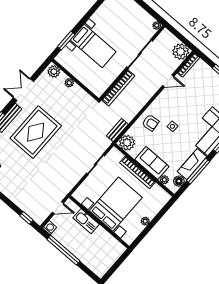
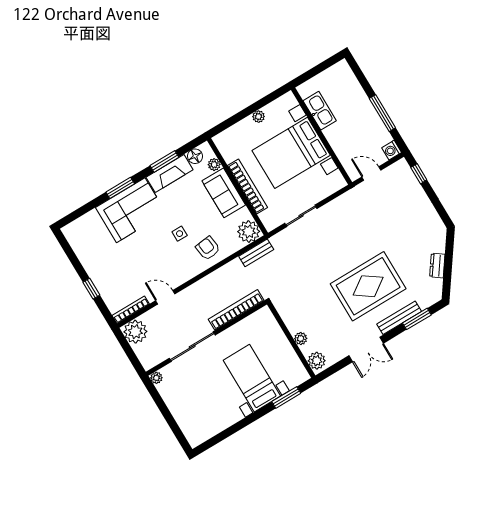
window: (198, 171) -> (164, 161), width x0.69
kitchen sink: (86, 221) -> (320, 111), moved
window: (64, 250) -> (382, 113), width x0.68

